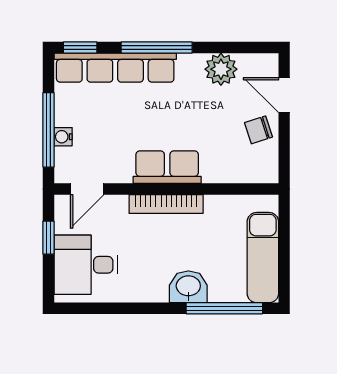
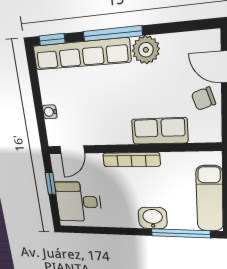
plant: (221, 69) -> (146, 50), moved
window: (48, 130) -> (39, 107), removed
row of seats: (167, 167) -> (160, 131), moved

